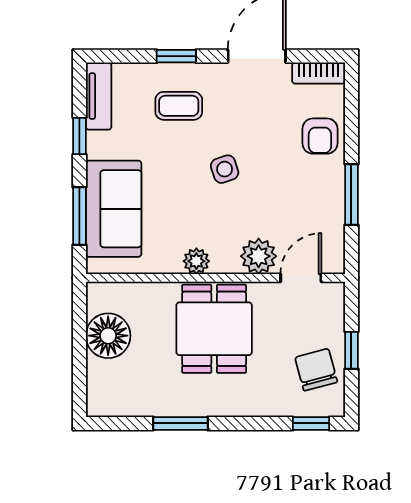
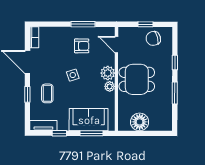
armchair: (320, 136) -> (82, 46), moved
plant: (259, 256) -> (108, 73), moved
window: (311, 423) -> (175, 63), moved

